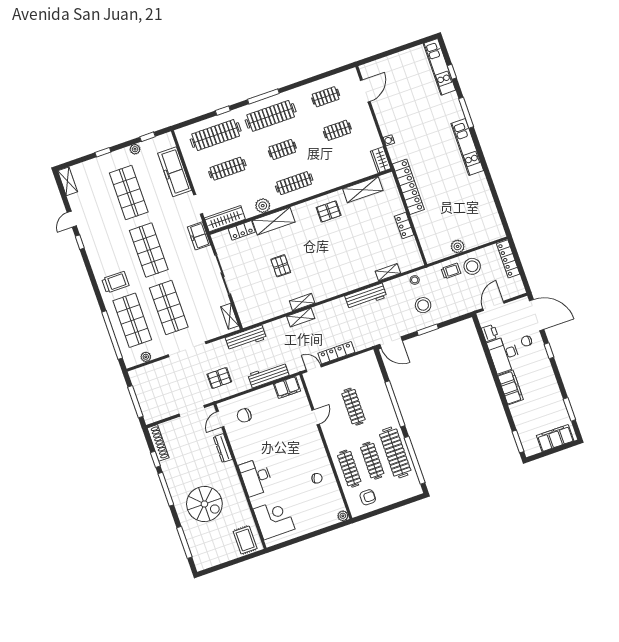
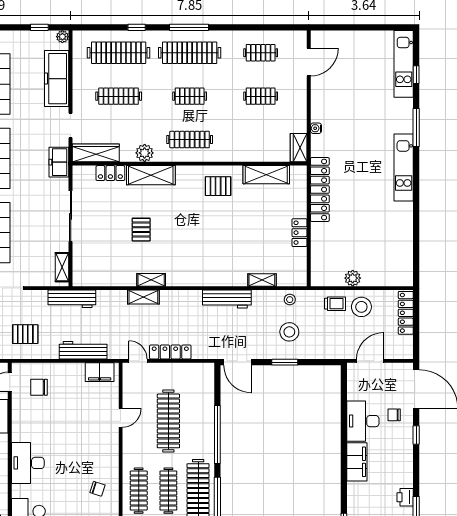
plant: (135, 149) -> (62, 37), moved
printer: (490, 333) -> (405, 497), moved, turned 180
clothes rail: (353, 407) -> (168, 421), width x1.37, depth x1.31

